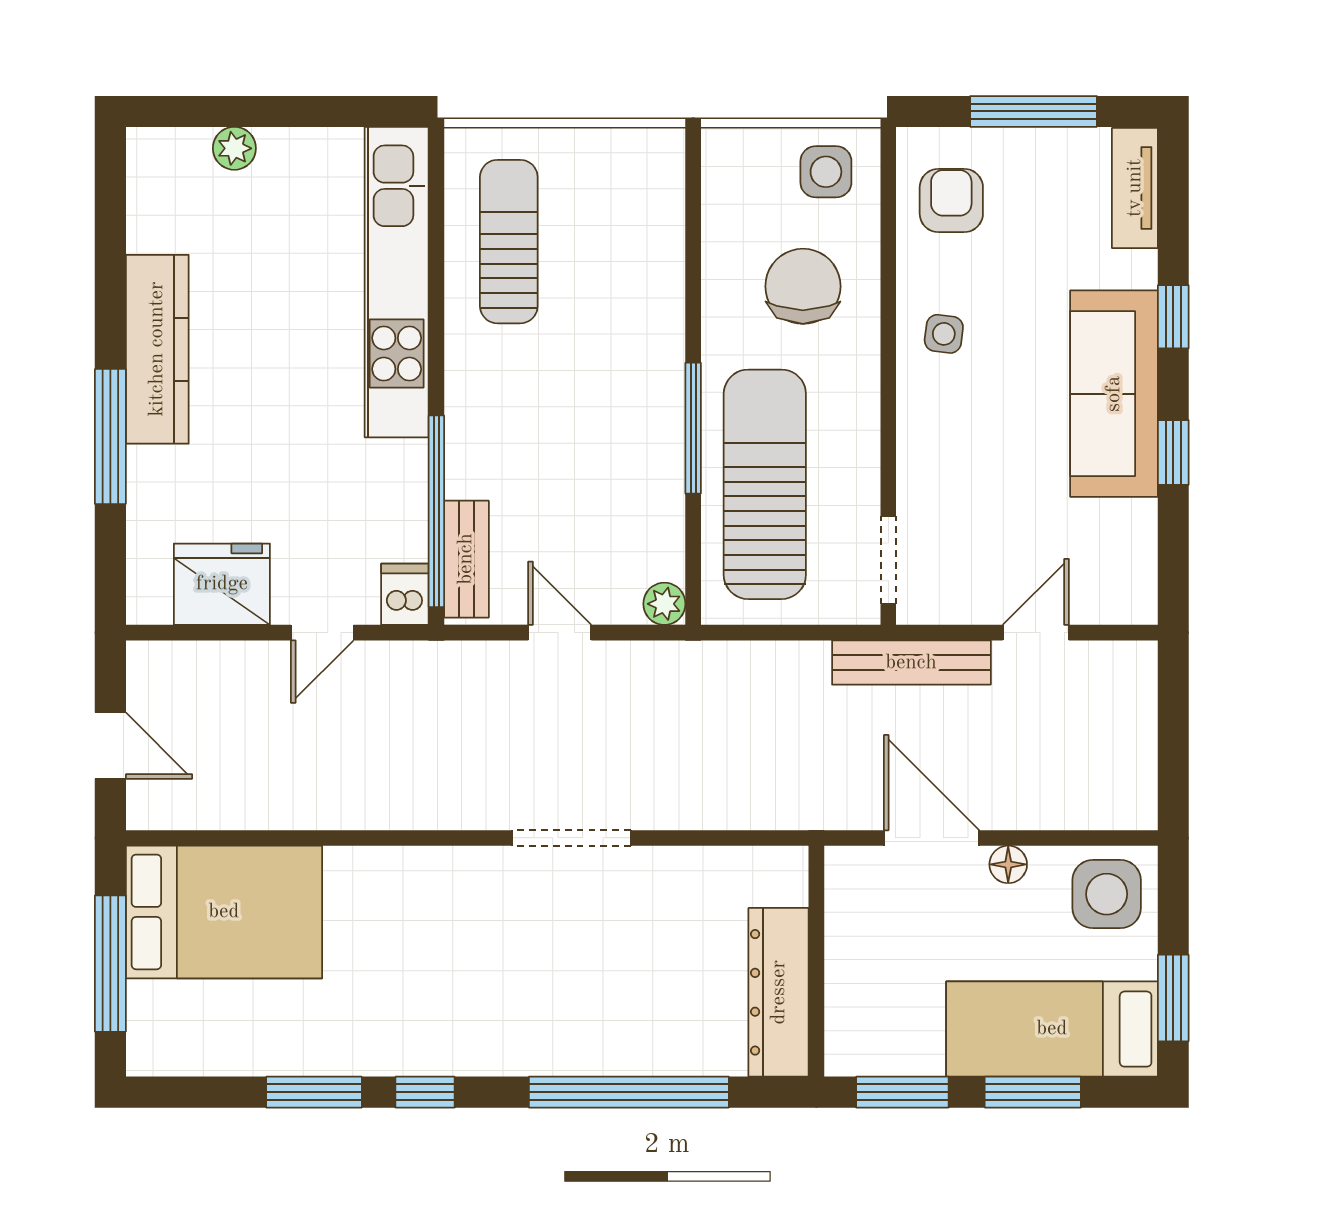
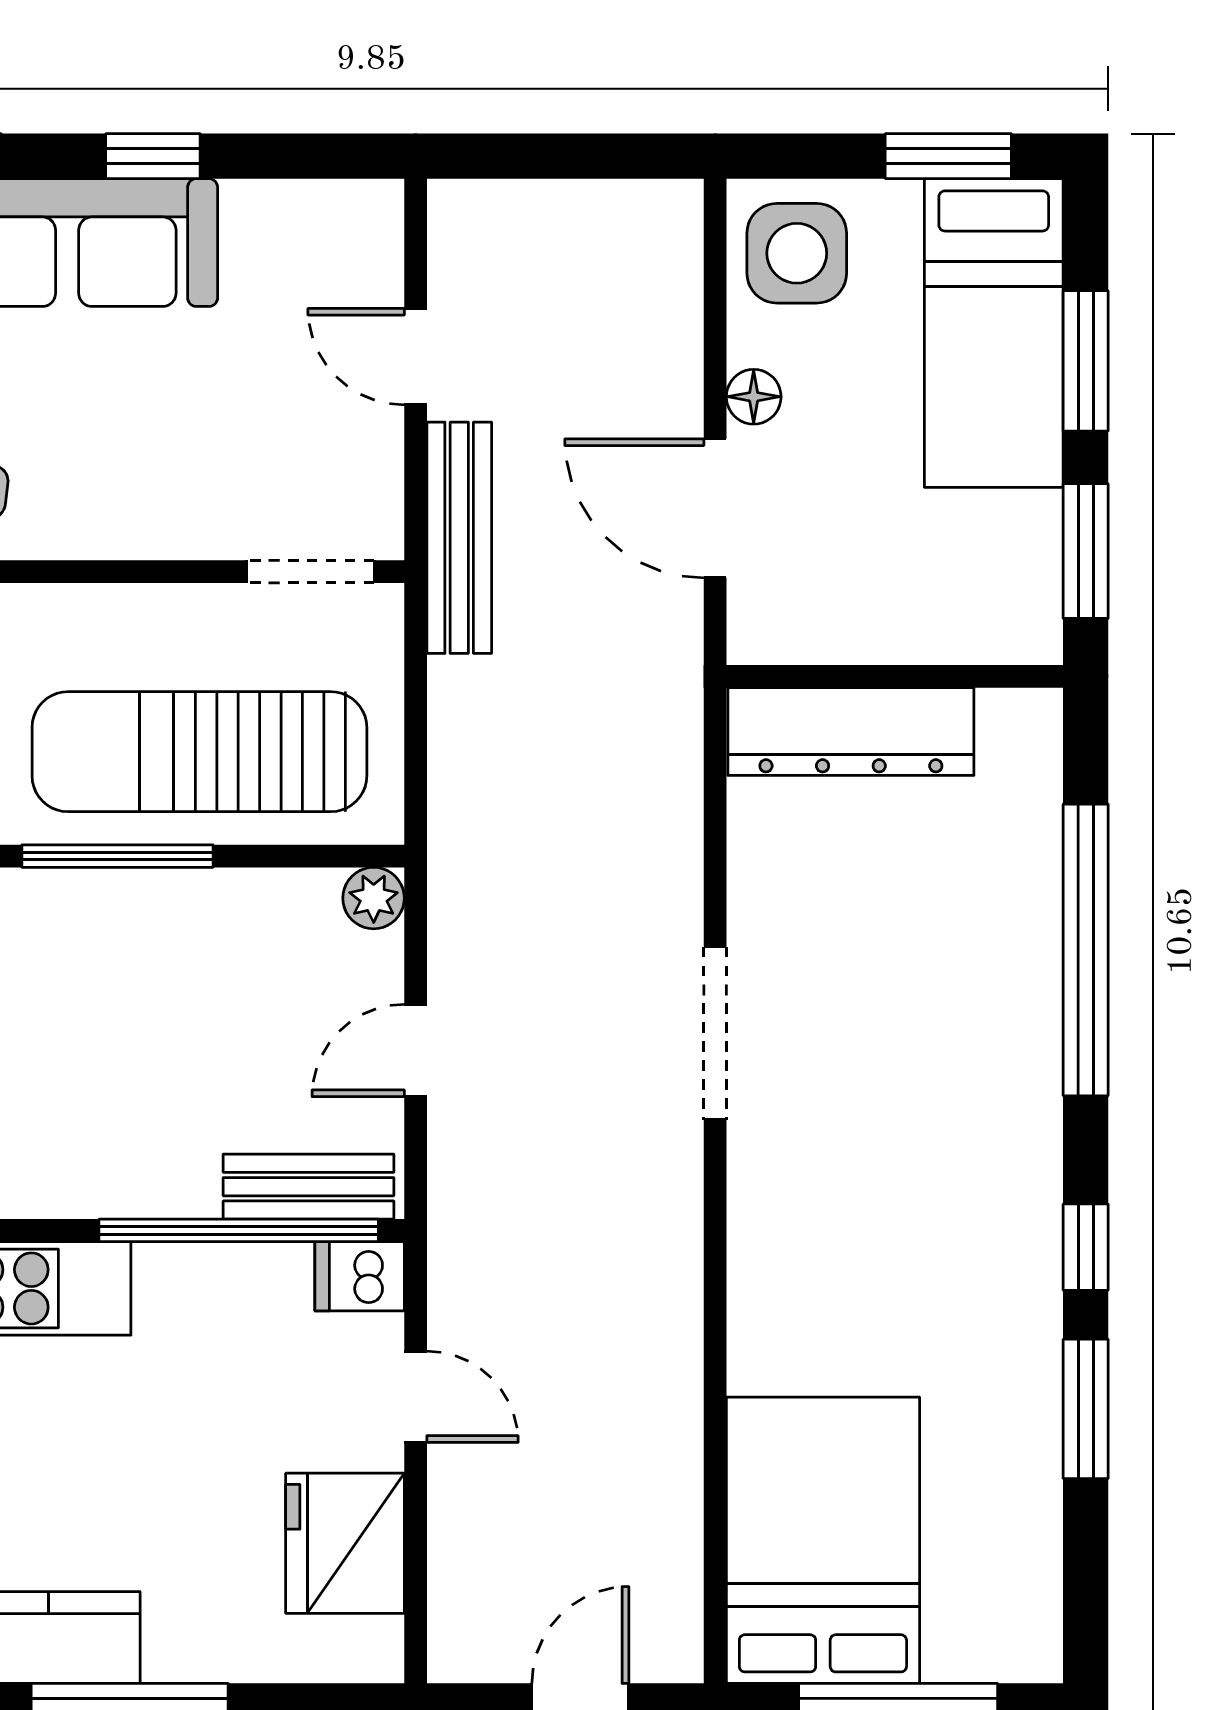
door: (932, 838) -> (715, 508), hinge flipped
dresser: (779, 992) -> (851, 732), moved

